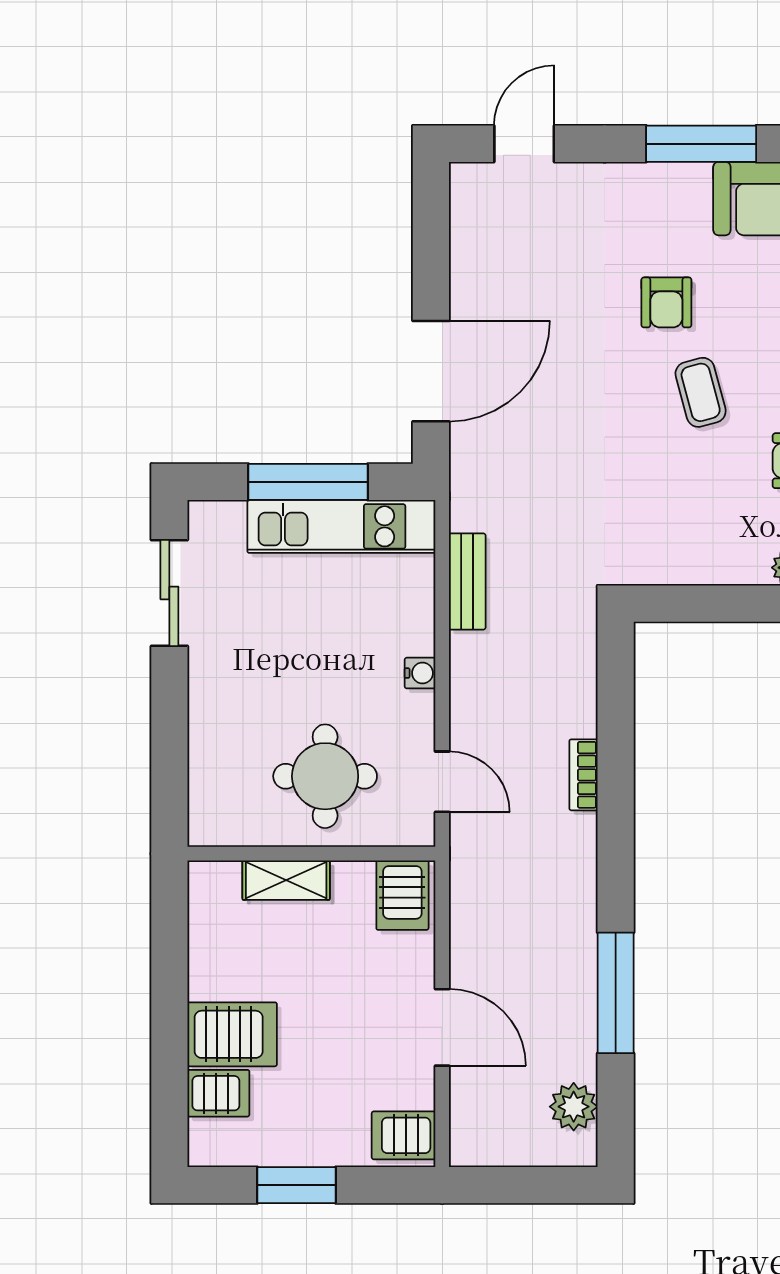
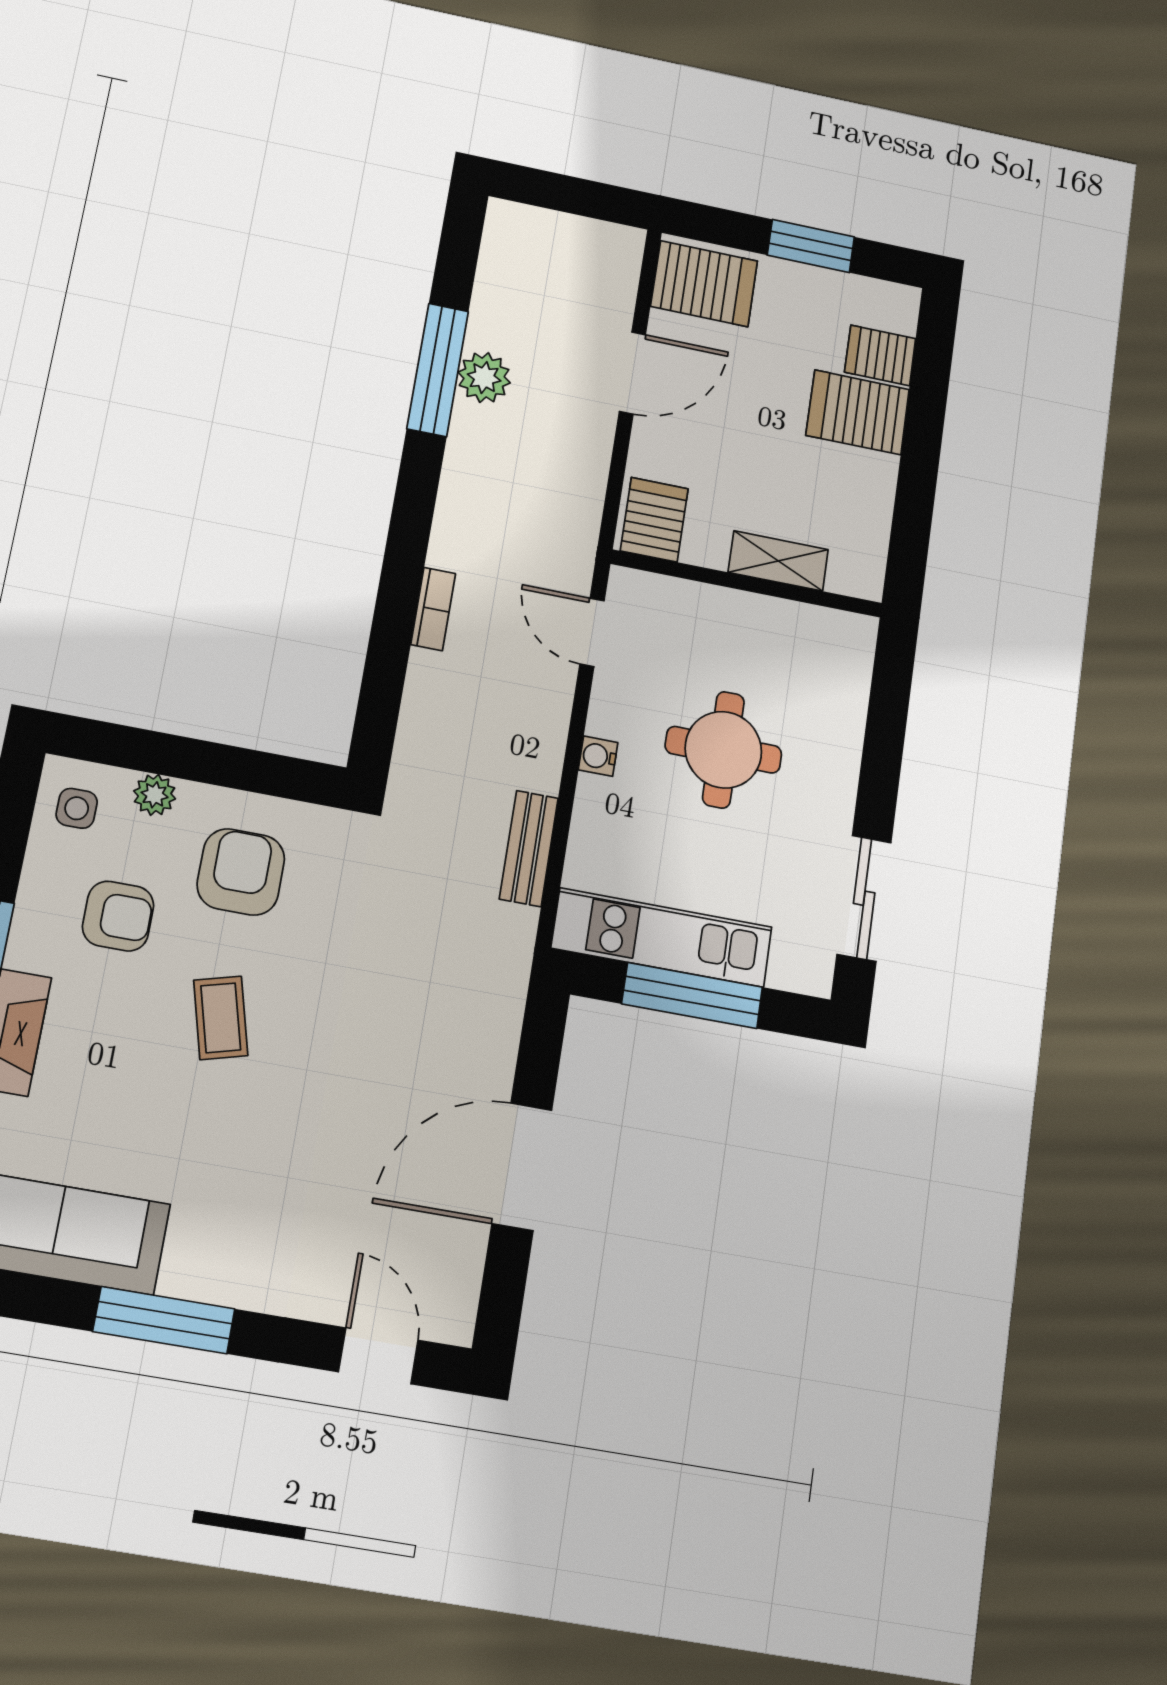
door: (524, 144) -> (378, 1356), swing flipped
armchair: (666, 302) -> (241, 872), moved, width x1.38, depth x1.38
door: (431, 371) -> (522, 1167), moved
round table: (325, 776) -> (723, 750), moved
door: (442, 1027) -> (632, 373), swing flipped
plant: (574, 1107) -> (484, 377), moved
server rack: (404, 1135) -> (704, 284), width x1.36, depth x1.44

